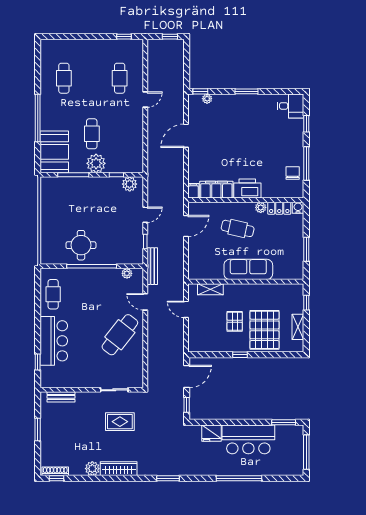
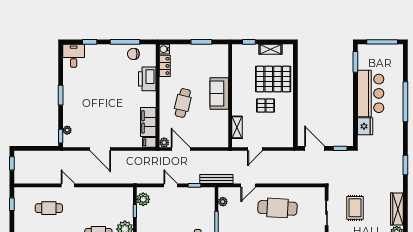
printer: (247, 189) -> (147, 79), moved
plant: (261, 207) -> (164, 143), moved
sofa: (248, 269) -> (219, 93), width x0.73
cafe table: (120, 335) -> (277, 208), turned -35
window: (240, 355) -> (295, 101), removed

